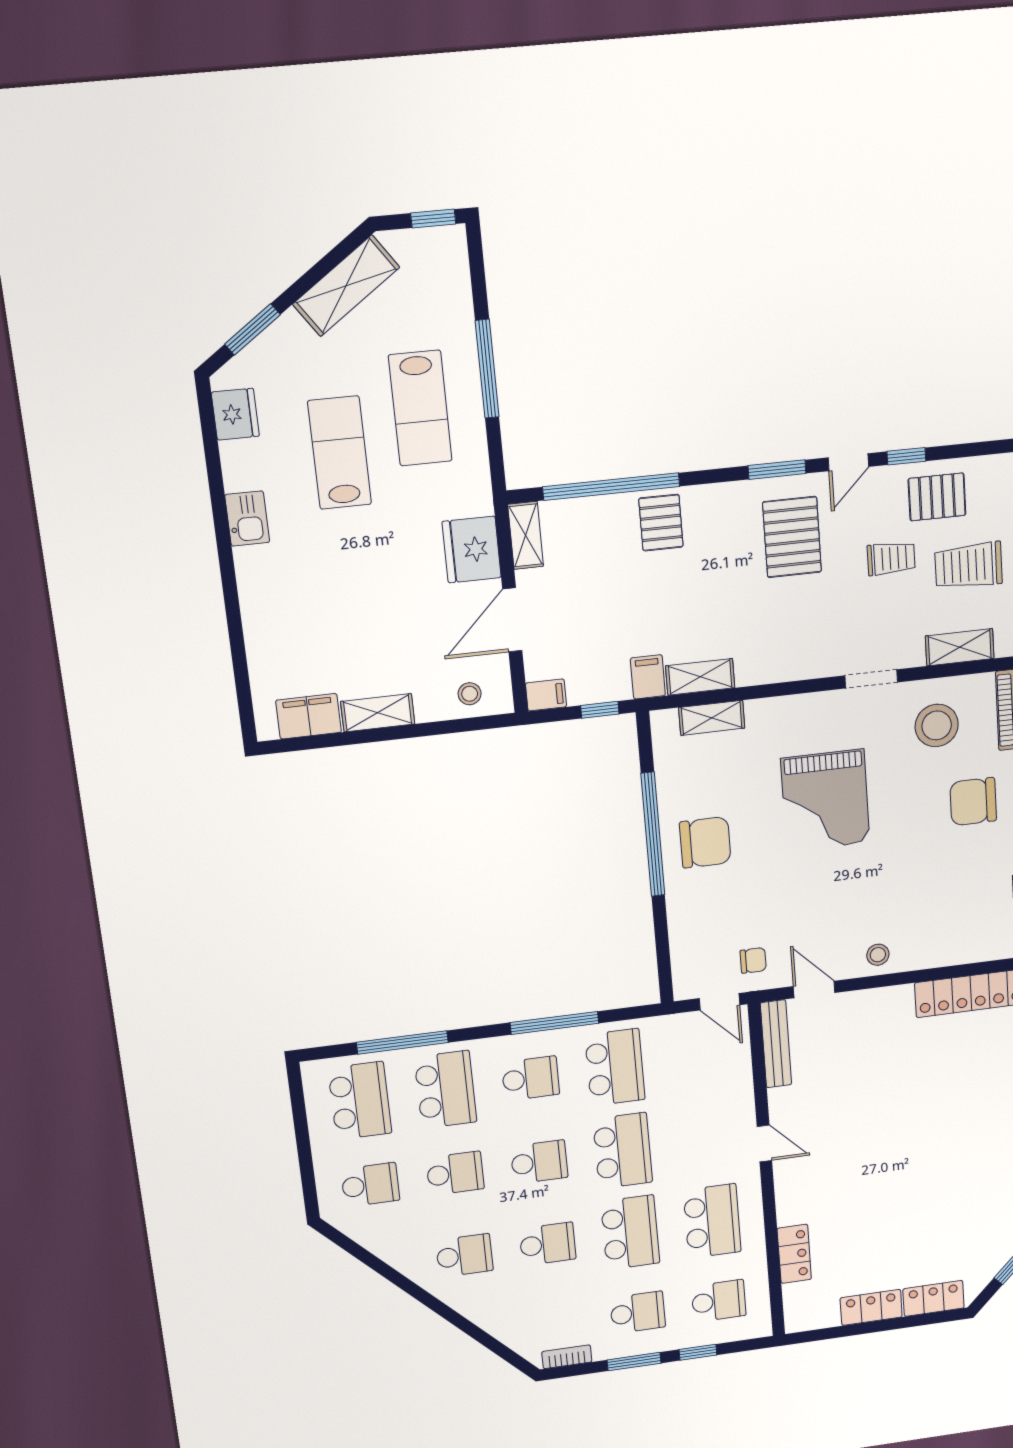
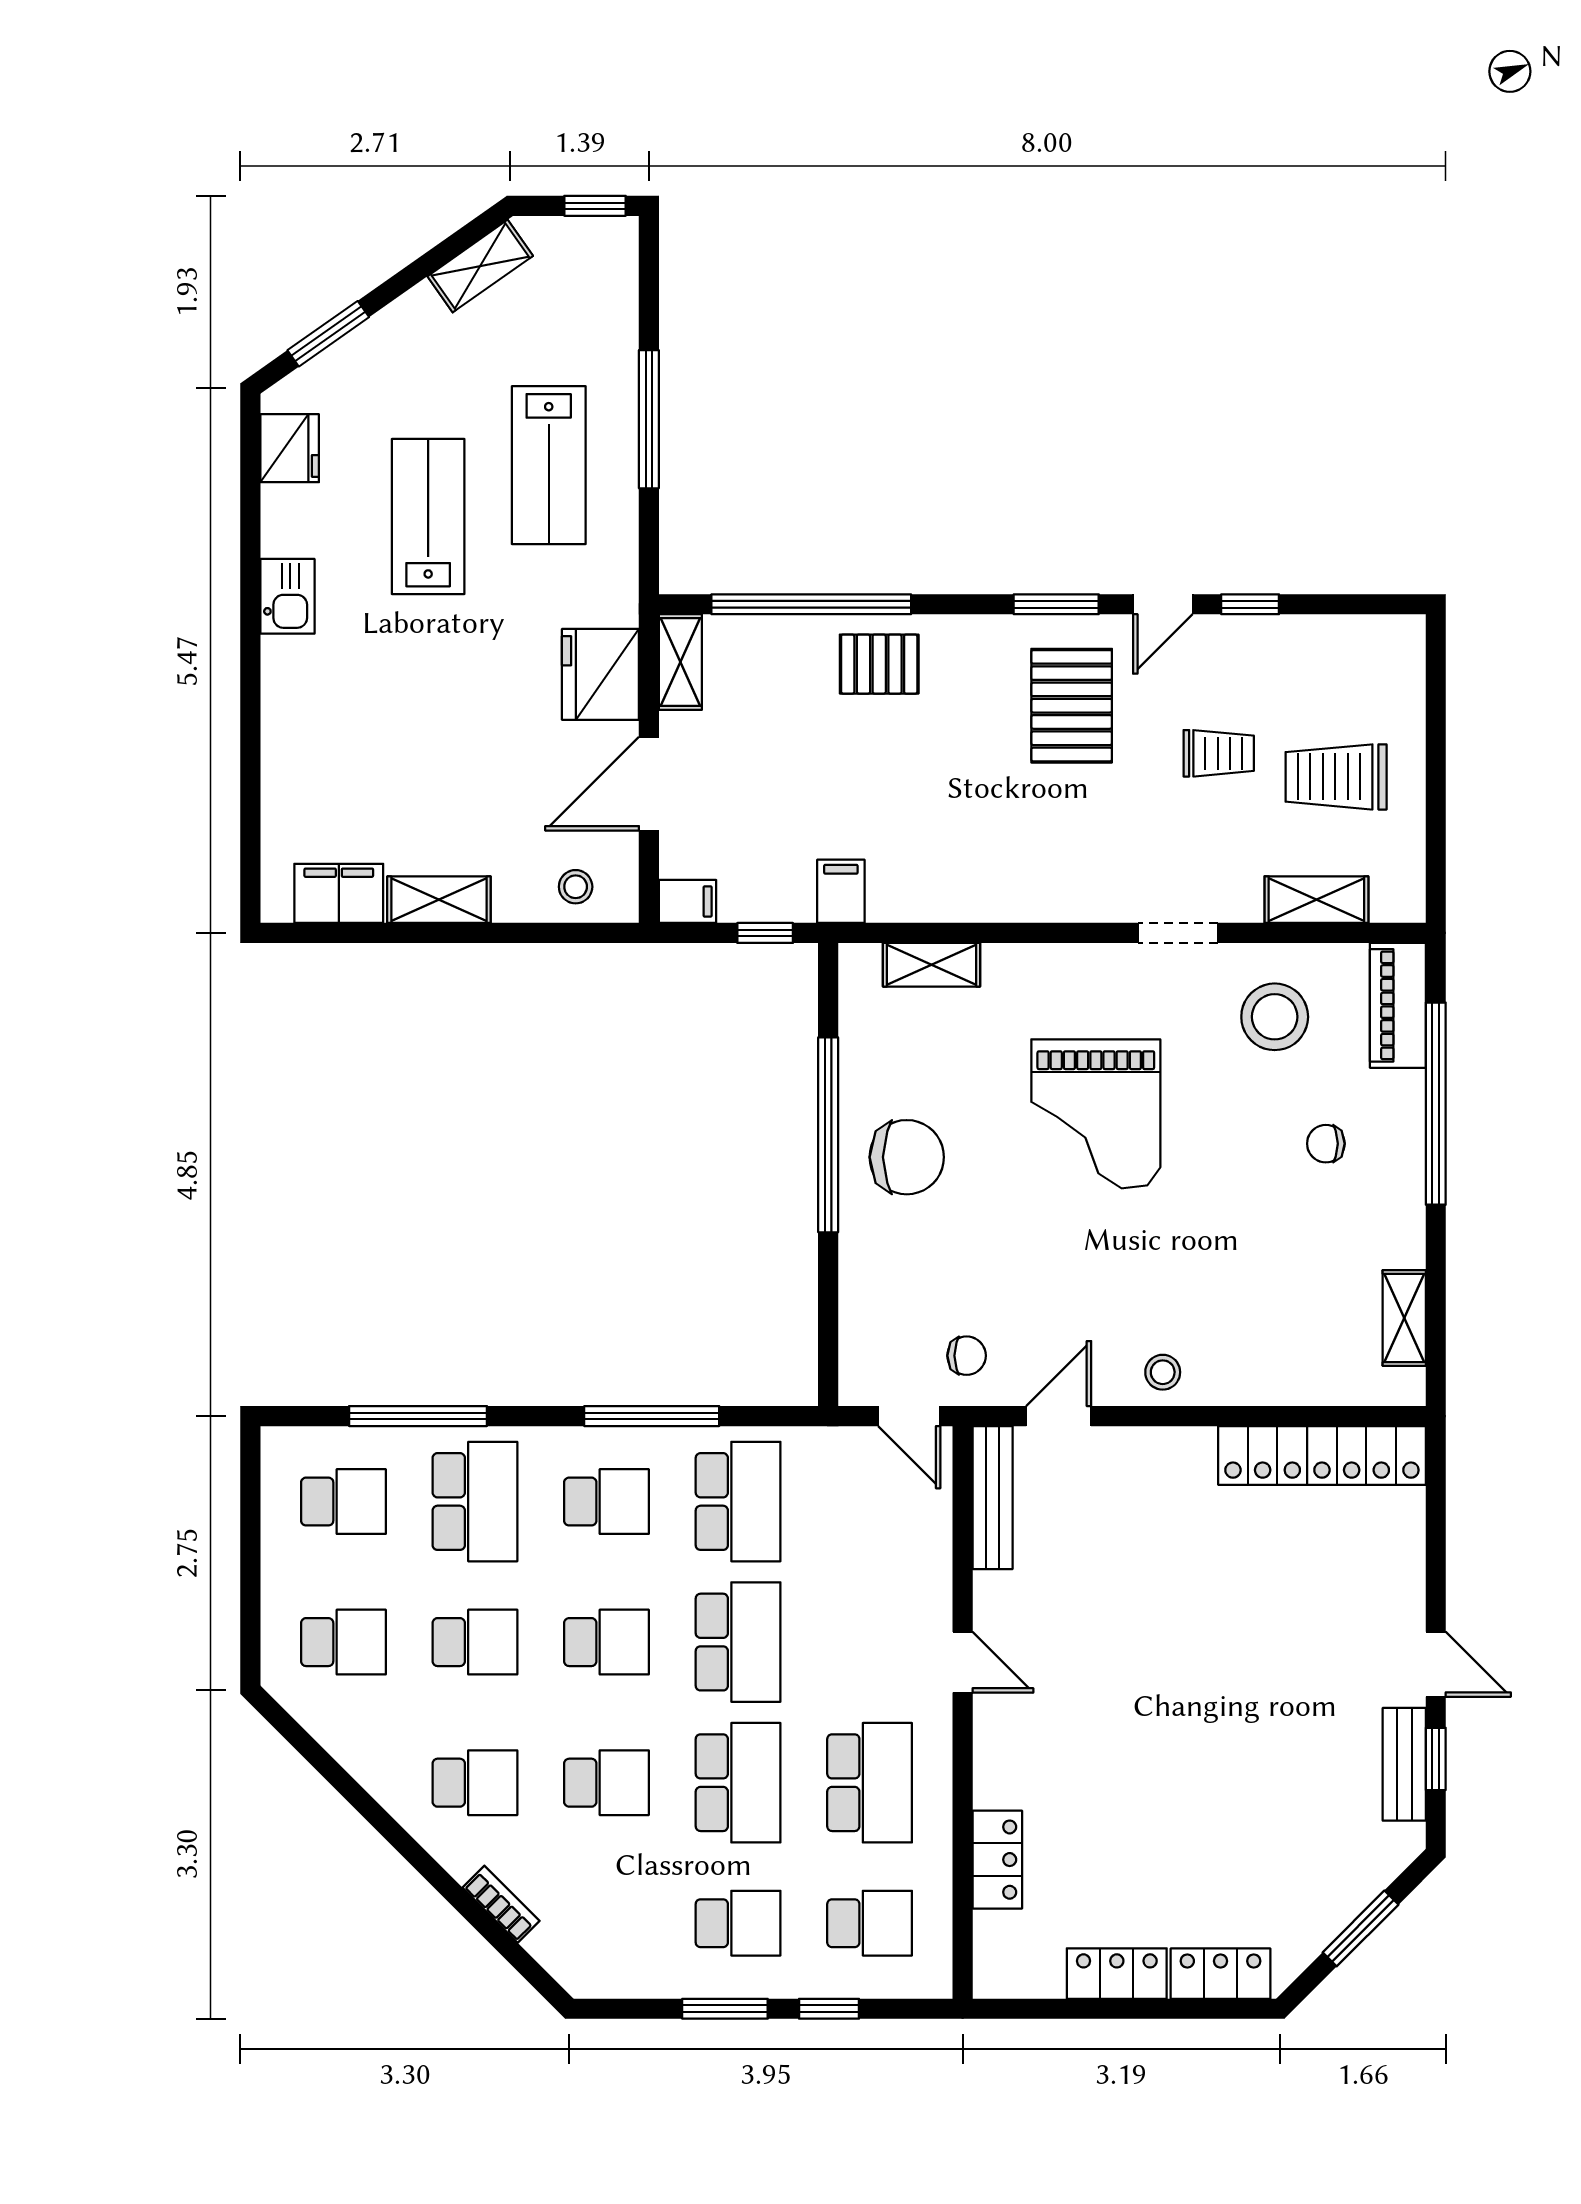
shelving: (346, 286) -> (480, 266), width x0.67, depth x0.75
pallet: (937, 497) -> (1293, 669), removed
pallet: (661, 523) -> (879, 664), turned 90
shelving: (700, 677) -> (919, 900), removed
chair: (973, 802) -> (1326, 1144), width x0.54, depth x0.54
door: (814, 990) -> (1059, 1416), hinge flipped
school desk: (360, 1101) -> (343, 1502), width x0.54
bookcase: (567, 1357) -> (501, 1904), moved, turned 45

